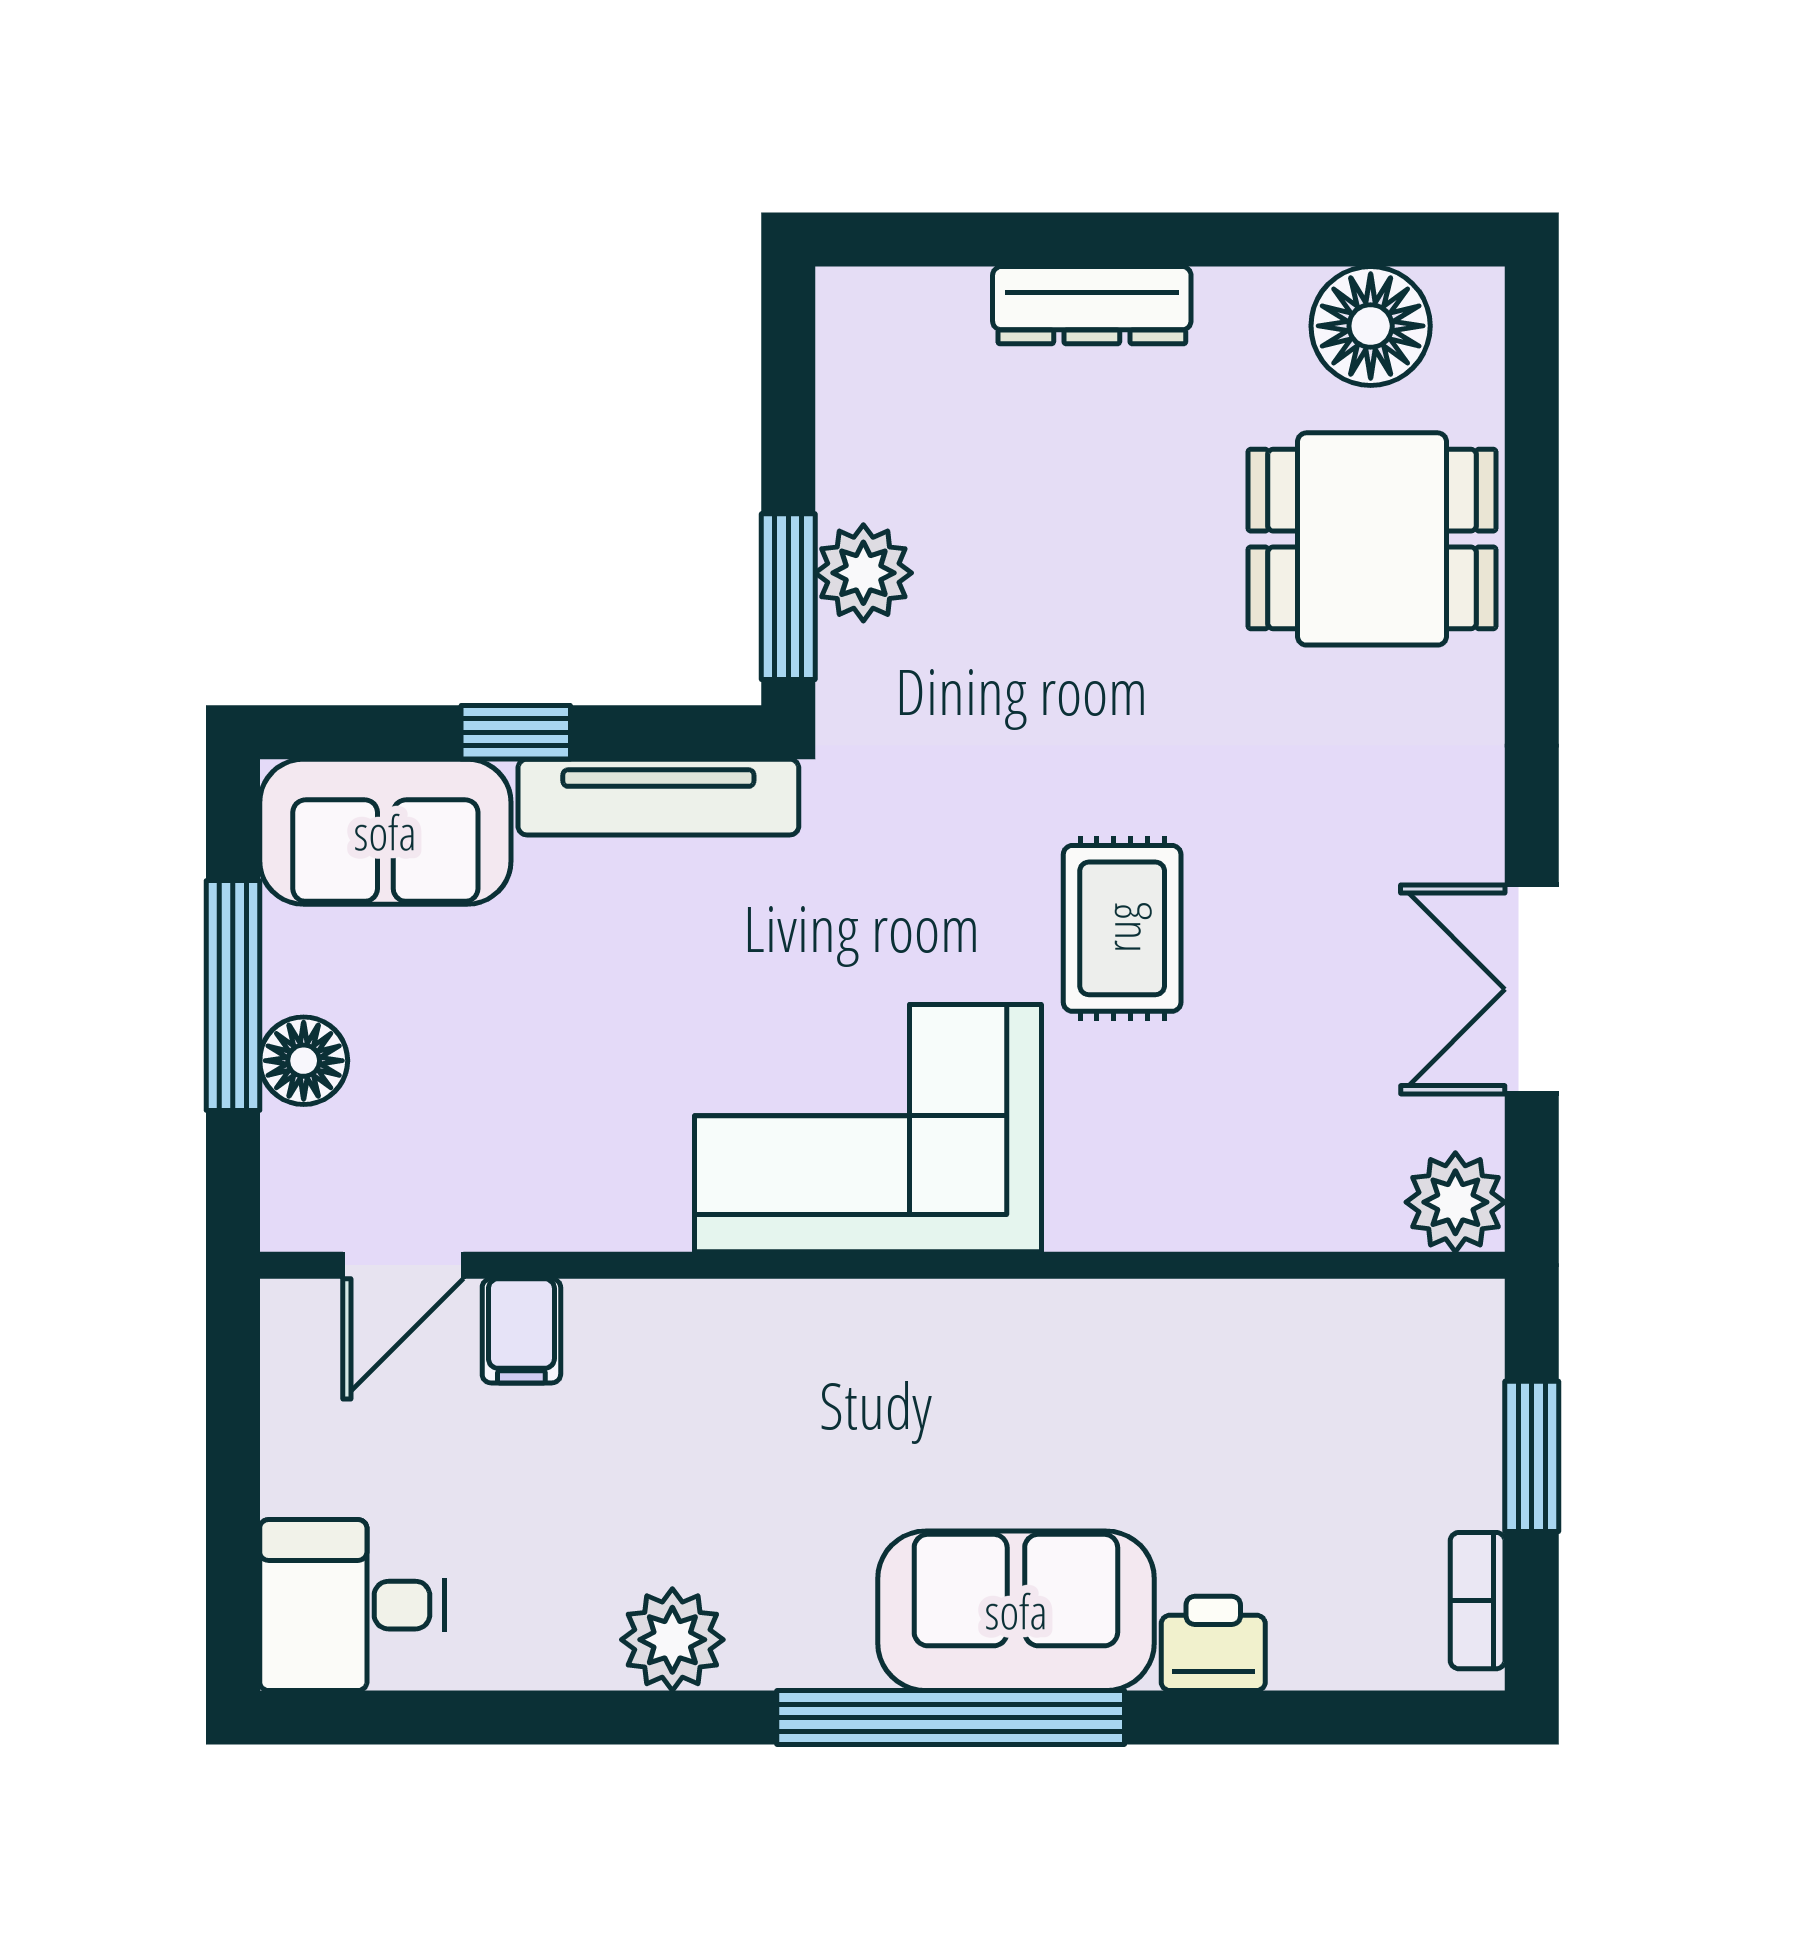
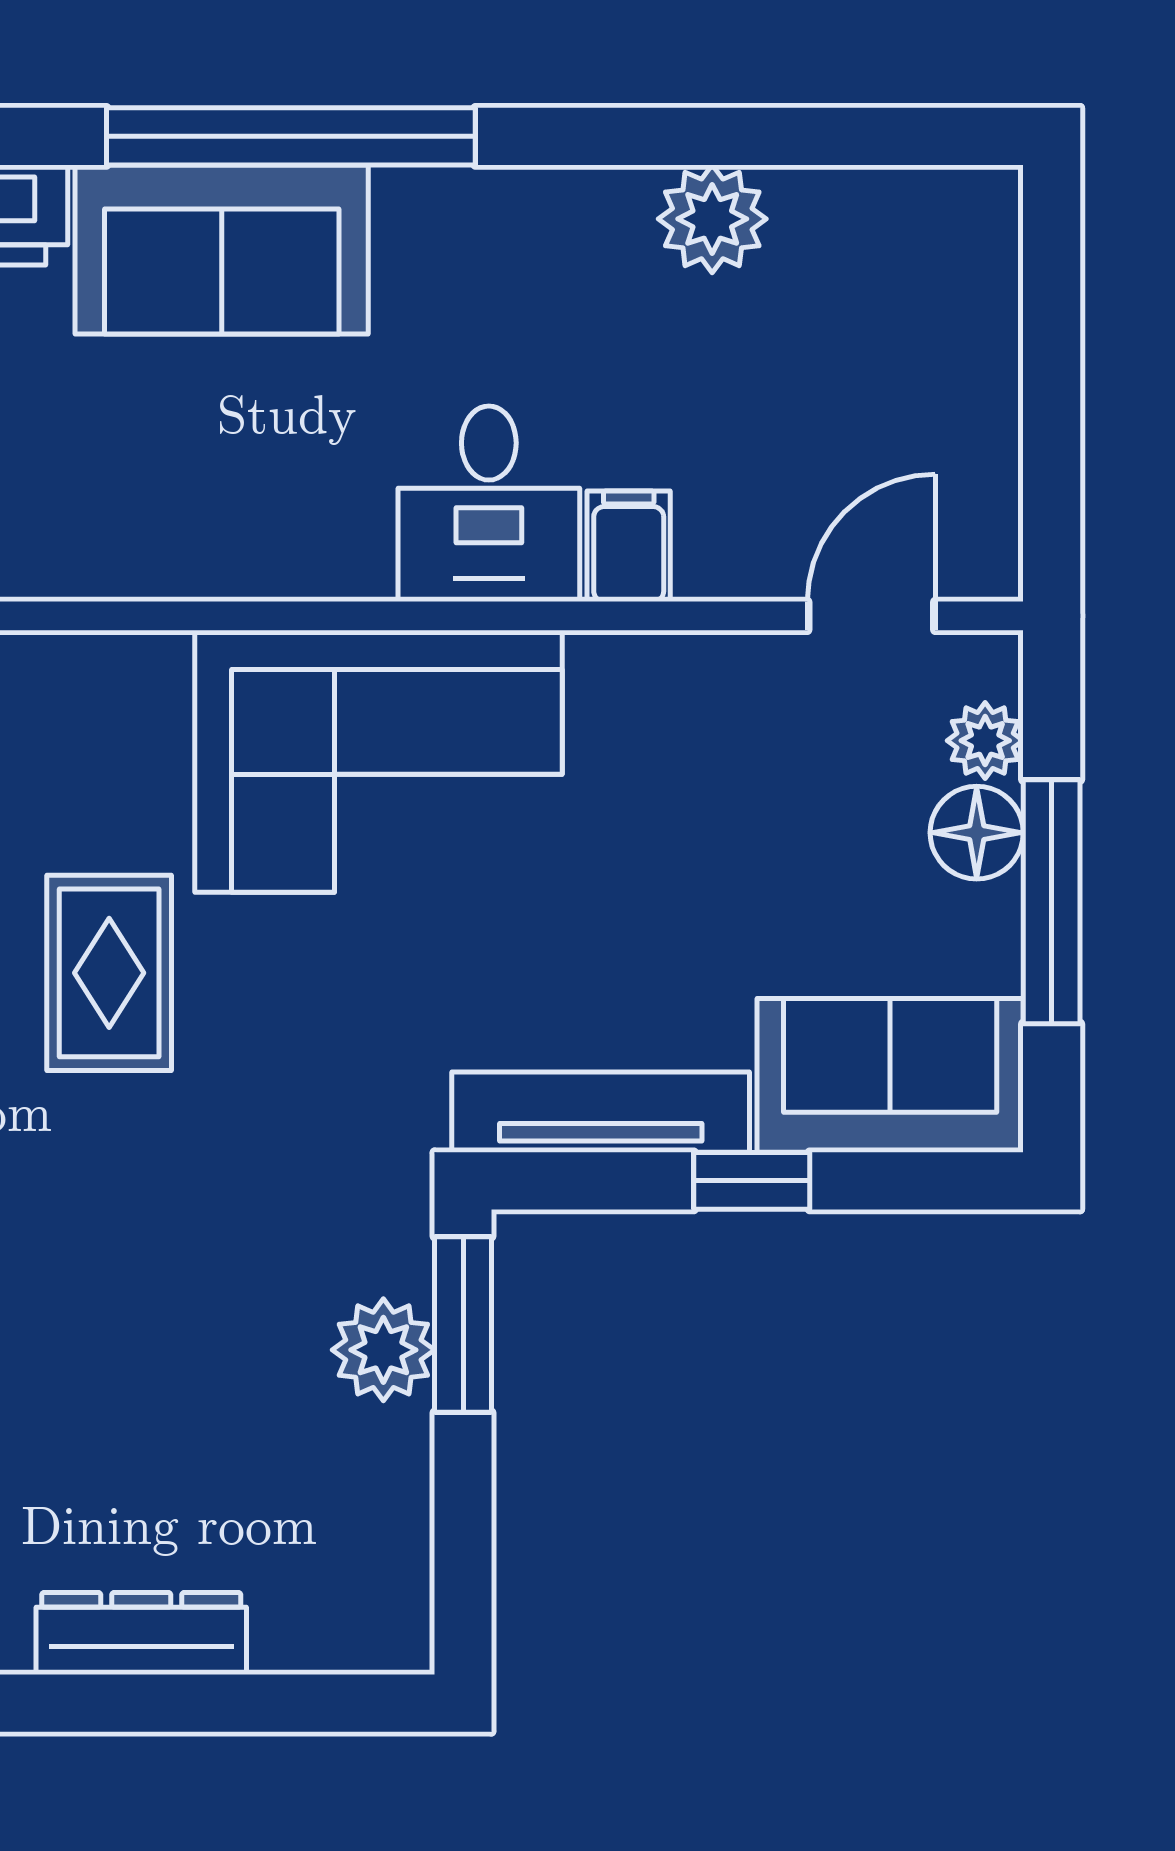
plant: (296, 1148) -> (985, 741), added
filing cabinet: (521, 1331) -> (629, 546), moved
desk: (352, 1605) -> (489, 504), moved, turned 90
plant: (672, 1640) -> (712, 219), moved

